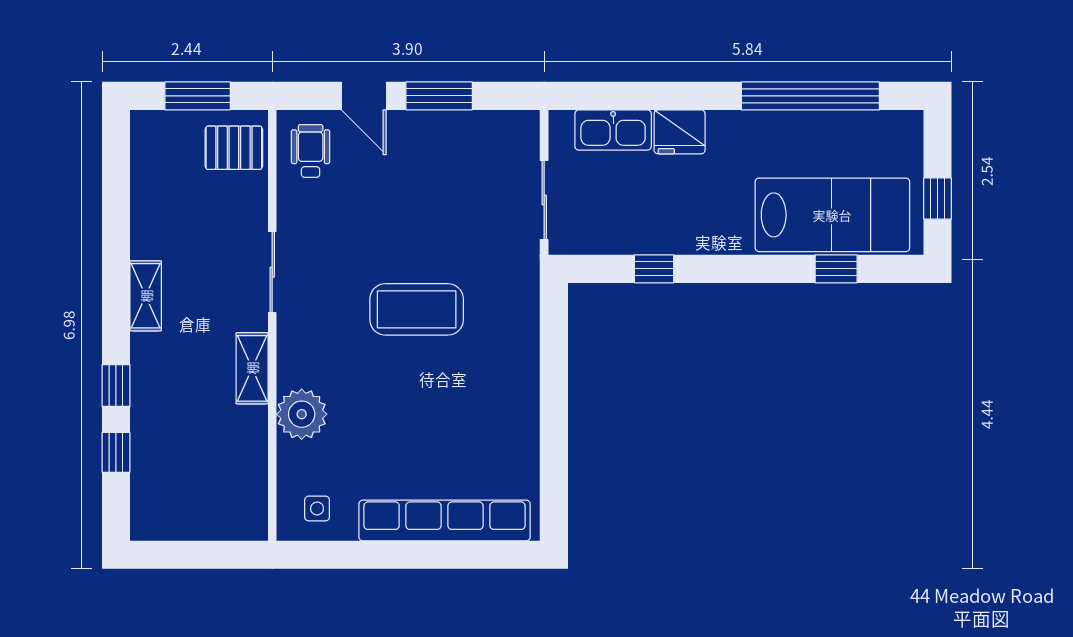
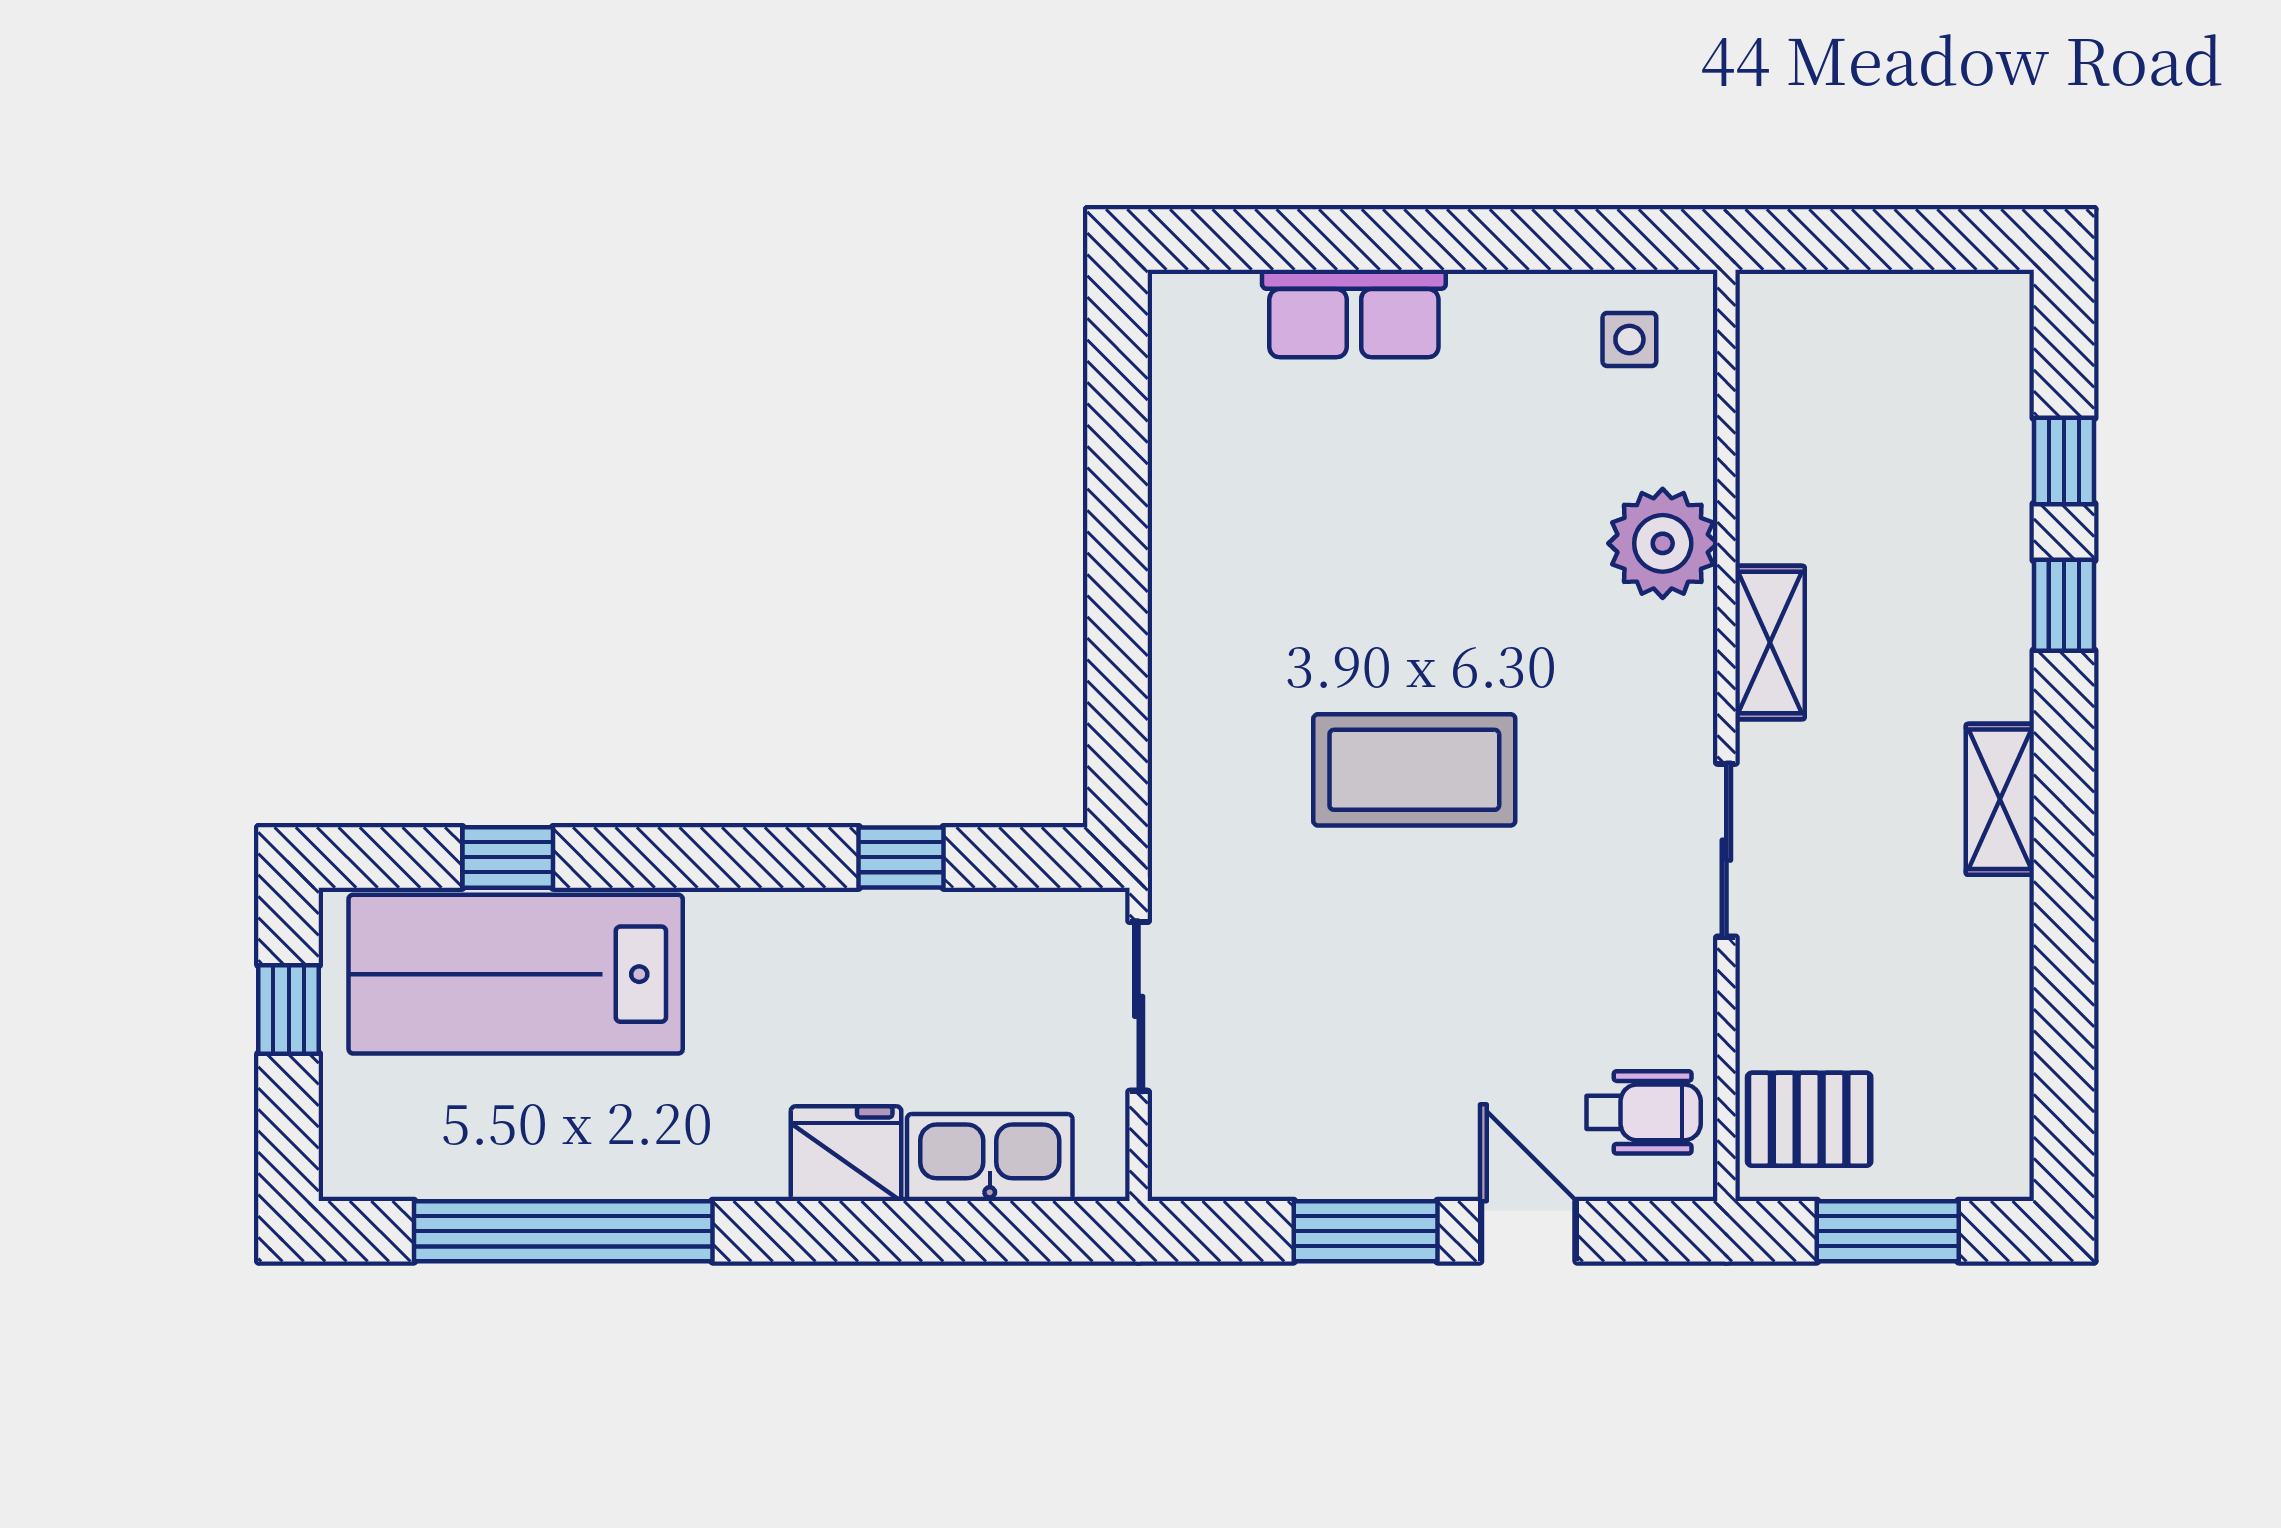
wheelchair: (311, 151) -> (1644, 1112), turned -90
row of seats: (445, 521) -> (1354, 313), width x0.50

